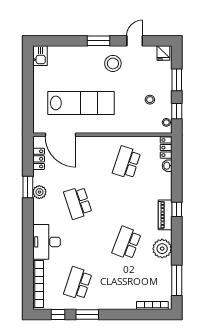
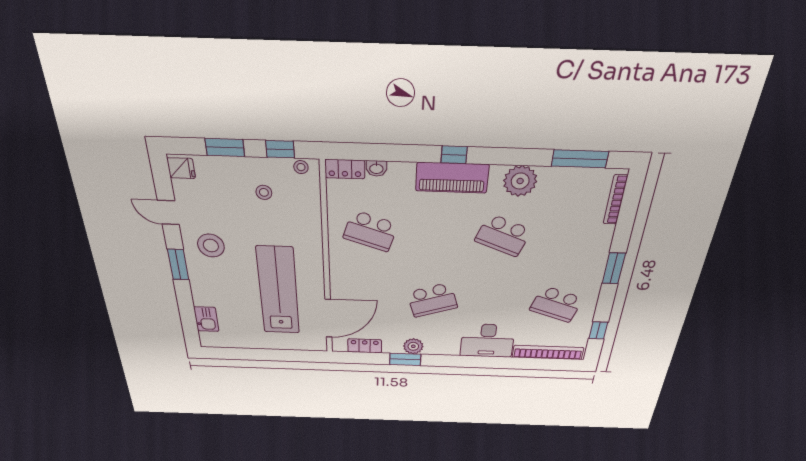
kitchen sink: (40, 56) -> (206, 319), moved, turned 90
piano: (165, 215) -> (452, 178), width x1.37, depth x1.33
window: (87, 314) -> (614, 268), moved

